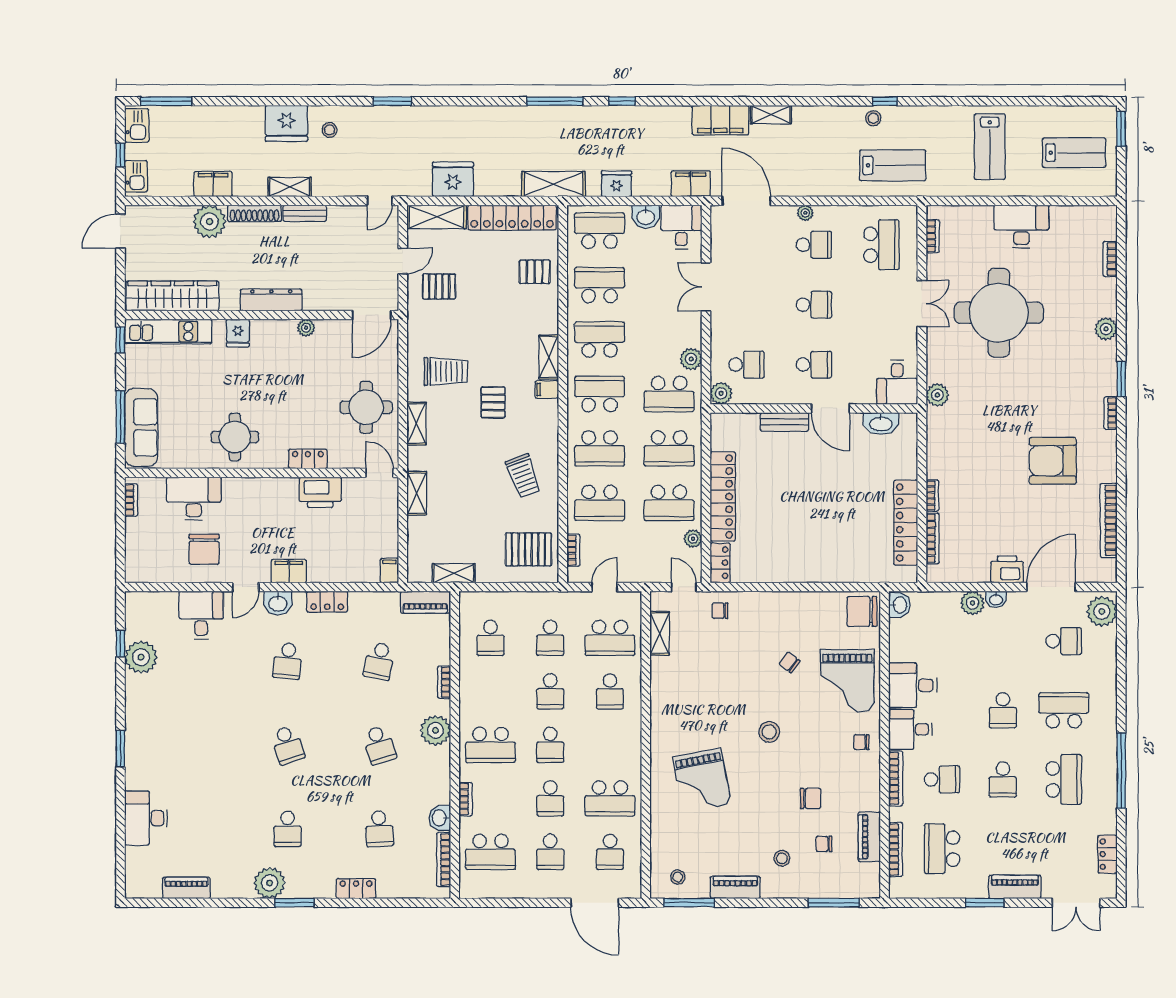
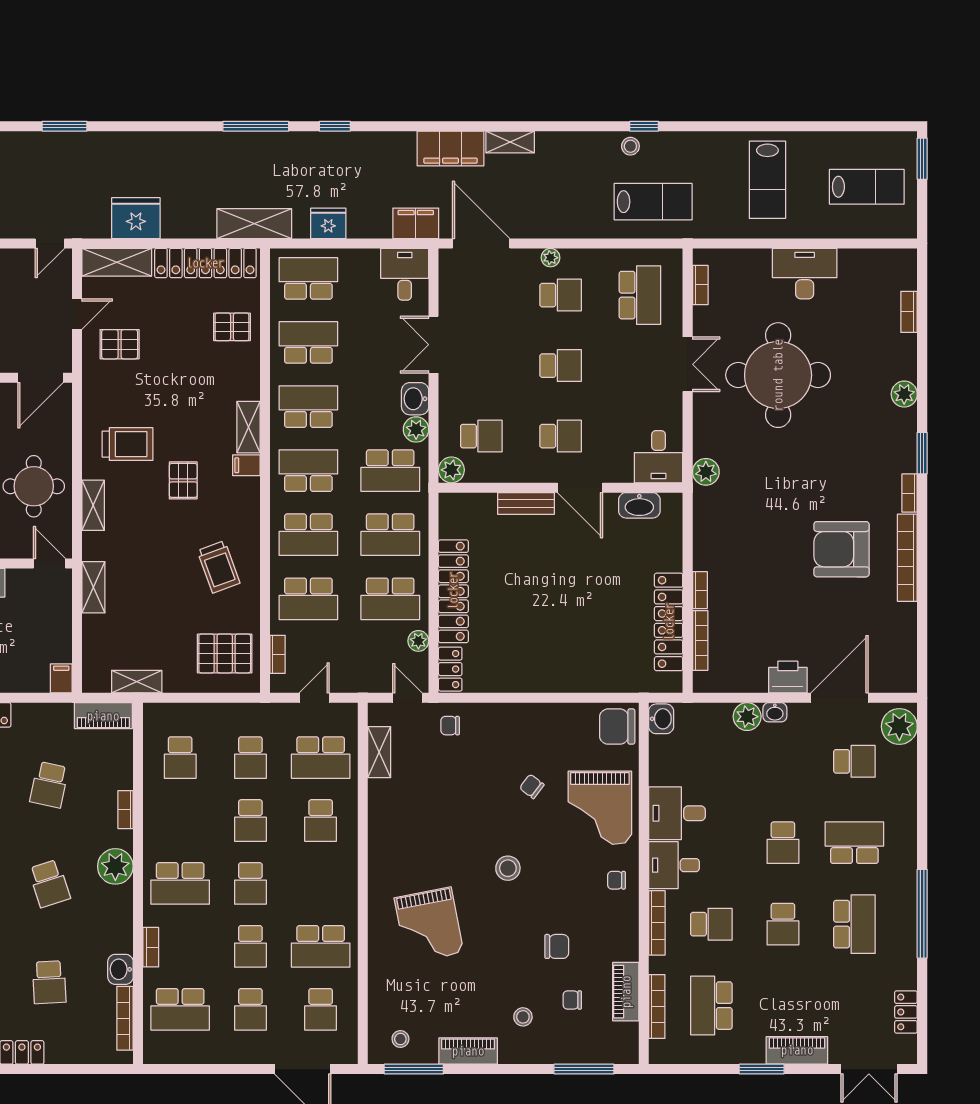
washbasin: (646, 217) -> (415, 399), moved, turned 90
bookcase: (1109, 520) -> (907, 558), moved

